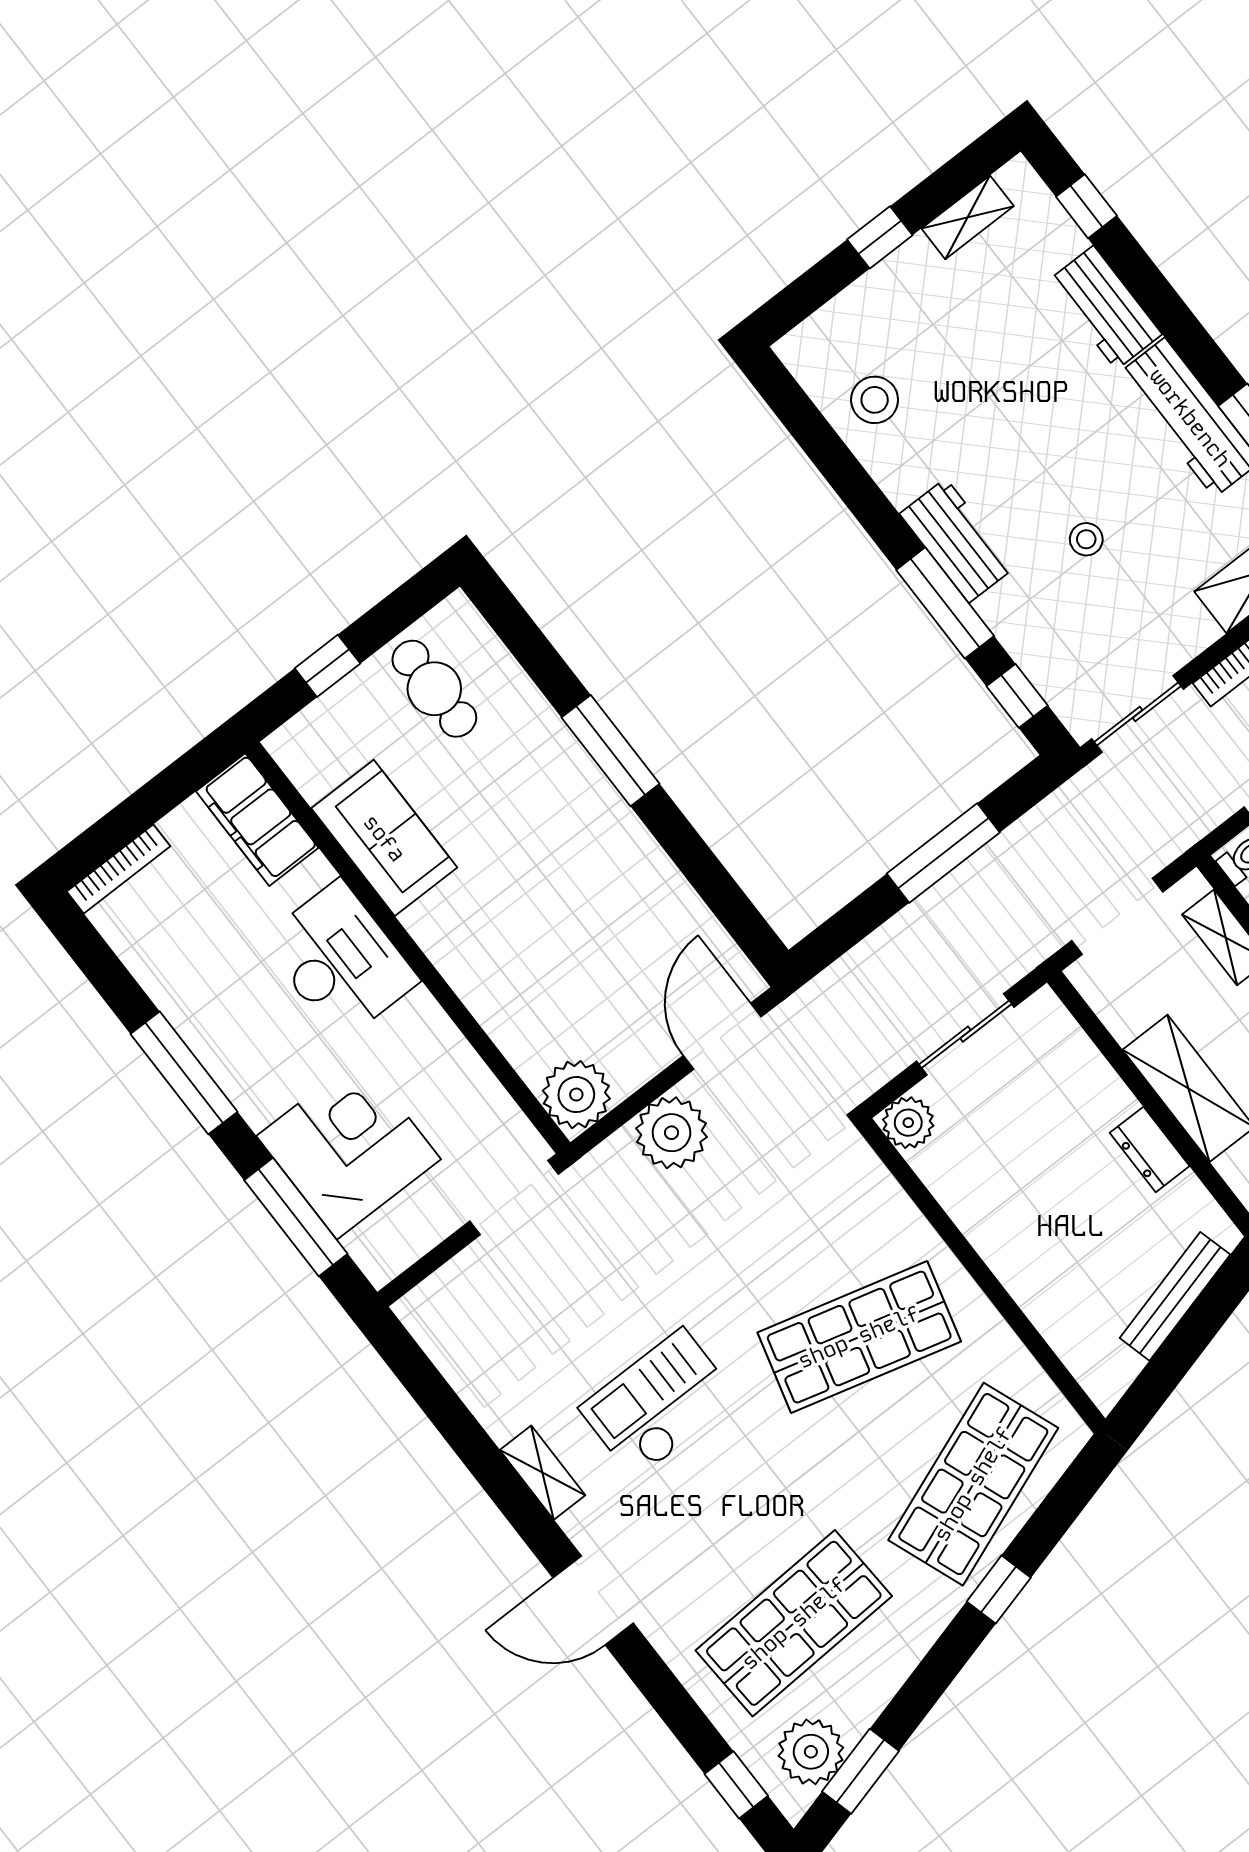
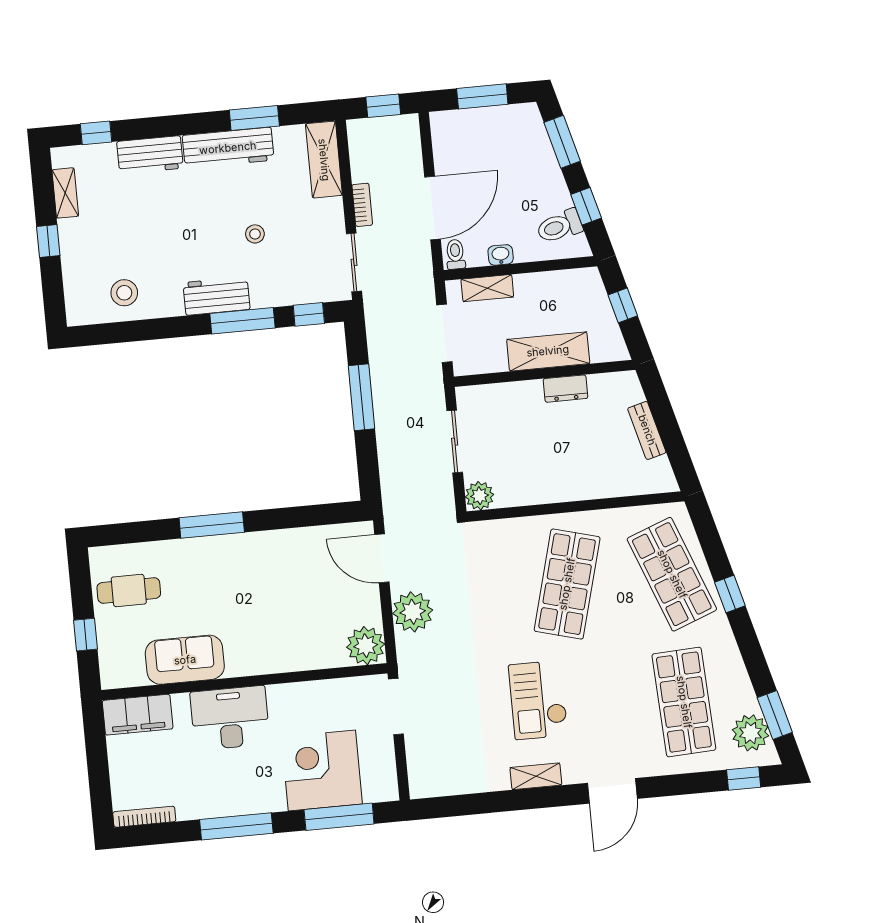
bookcase: (119, 869) -> (144, 817), moved, turned -90
bench: (1175, 1296) -> (647, 430), width x0.73

